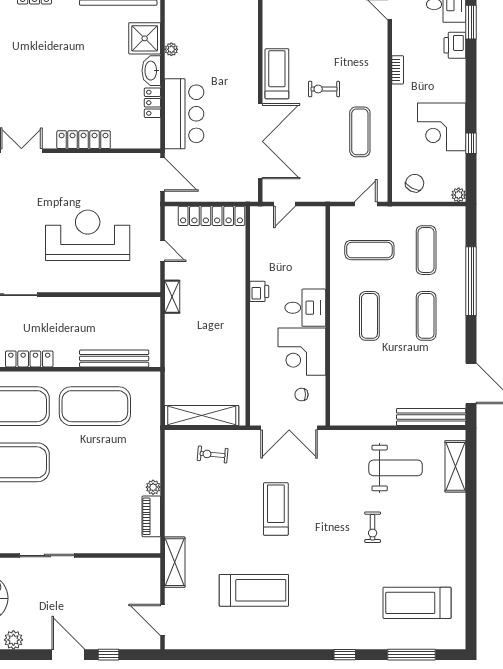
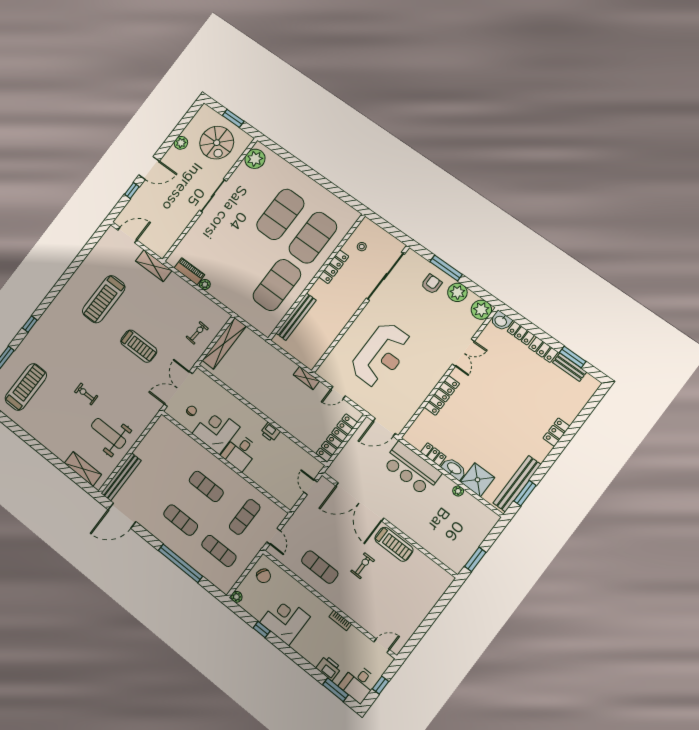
weight bench: (396, 468) -> (109, 433), turned 90

